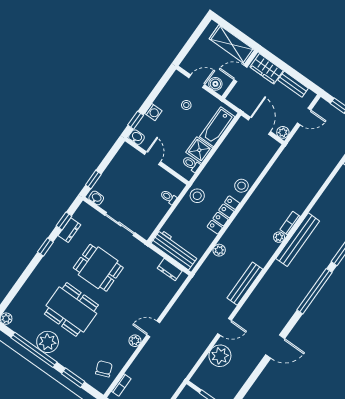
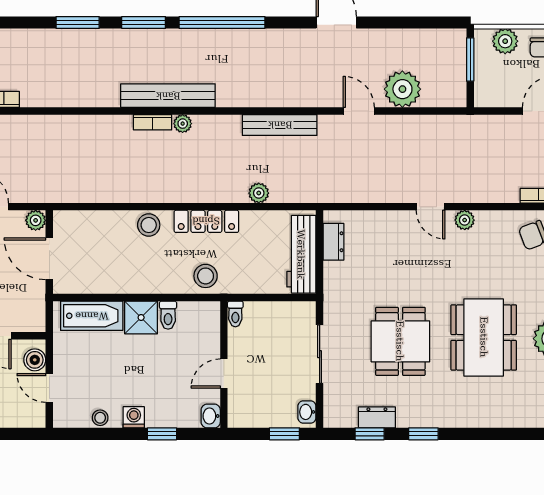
stool: (186, 105) -> (100, 418), moved
door: (259, 126) -> (49, 259), hinge flipped
washbasin: (137, 137) -> (211, 416), moved
door: (153, 158) -> (224, 374), moved
wall: (157, 161) -> (224, 364), moved

